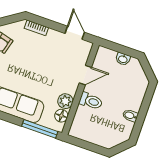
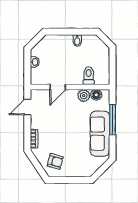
door: (85, 75) -> (58, 87), swing flipped
toilet: (91, 101) -> (89, 76), moved
window: (40, 129) -> (113, 120), moved

